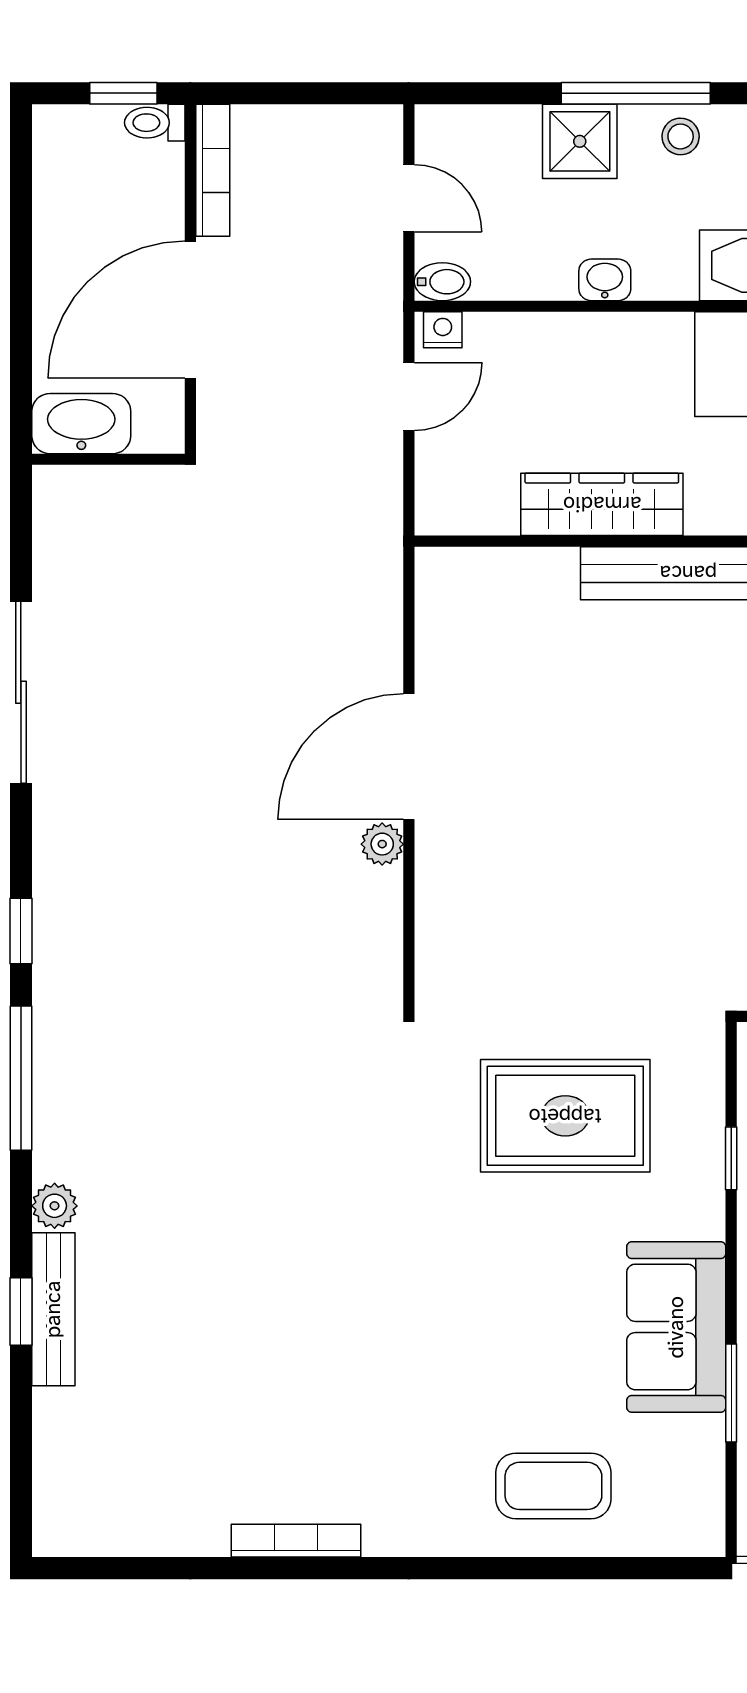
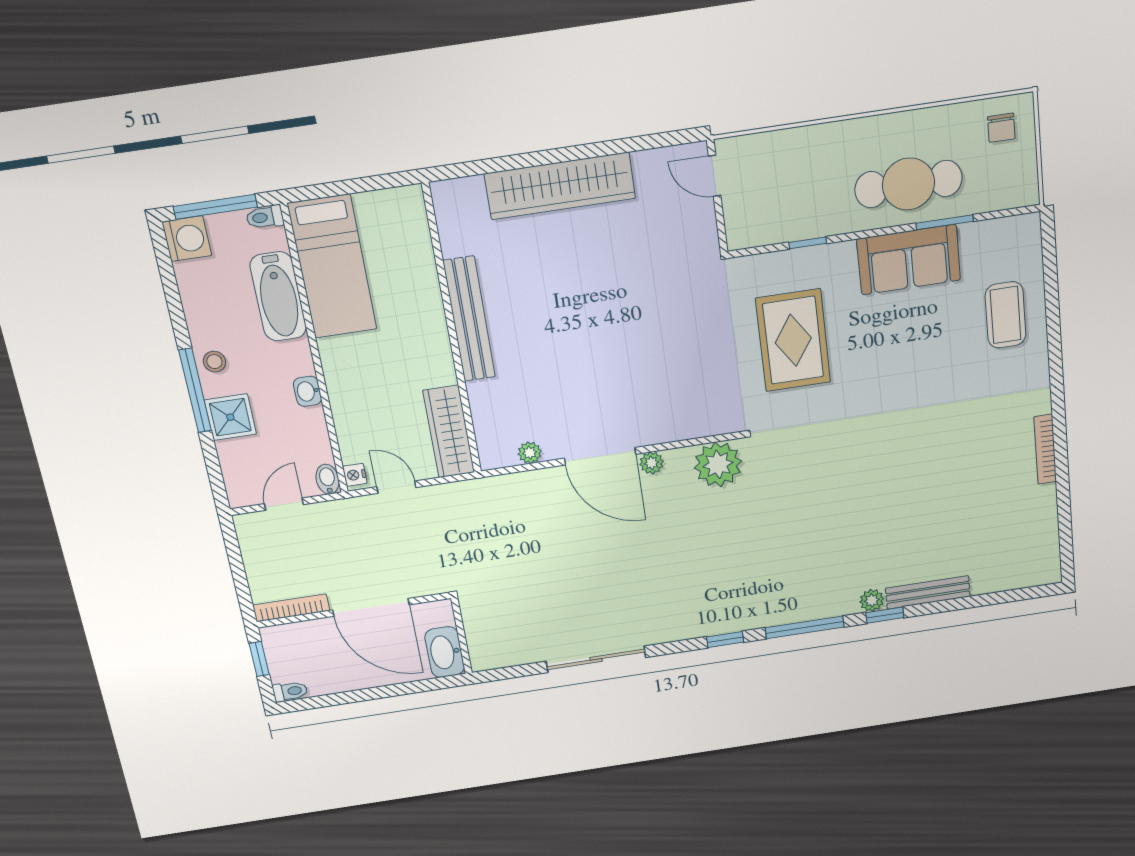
toilet: (155, 123) -> (290, 691), moved, turned -90
wardrobe: (602, 504) -> (449, 432), moved
plant: (435, 636) -> (530, 453), added
plant: (361, 960) -> (718, 464), added
window: (21, 1311) -> (885, 615), moved

